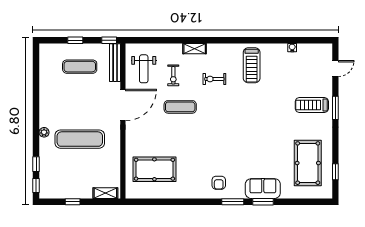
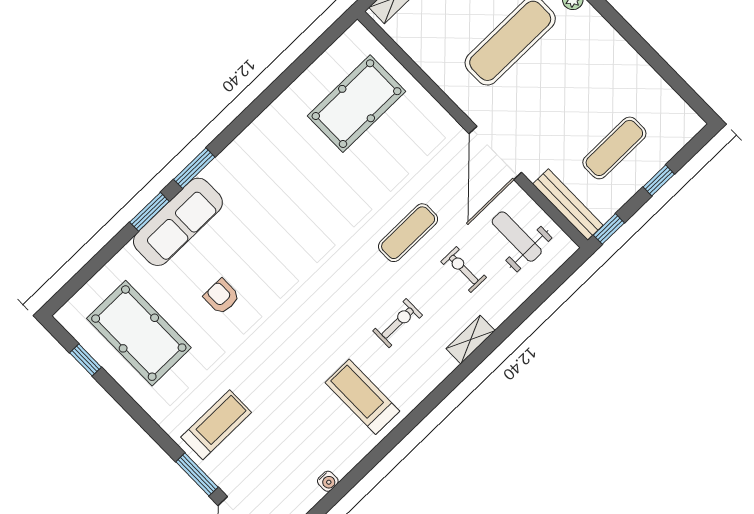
window: (335, 108) -> (197, 474), moved
armchair: (219, 183) -> (221, 297), moved
sofa: (263, 189) -> (178, 222), width x1.36

